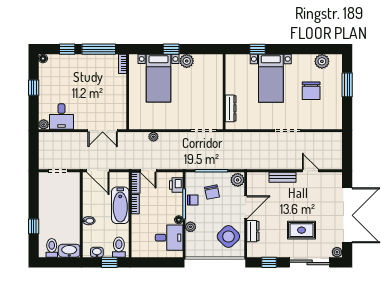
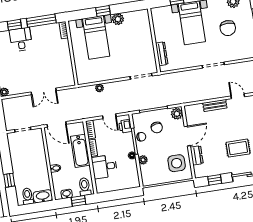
desk: (61, 117) -> (21, 39), moved, turned 180
double door: (103, 131) -> (44, 91), moved
door: (148, 171) -> (109, 116), moved
side table: (228, 237) -> (177, 163), turned 45
desk: (169, 238) -> (104, 167), moved, turned 180

